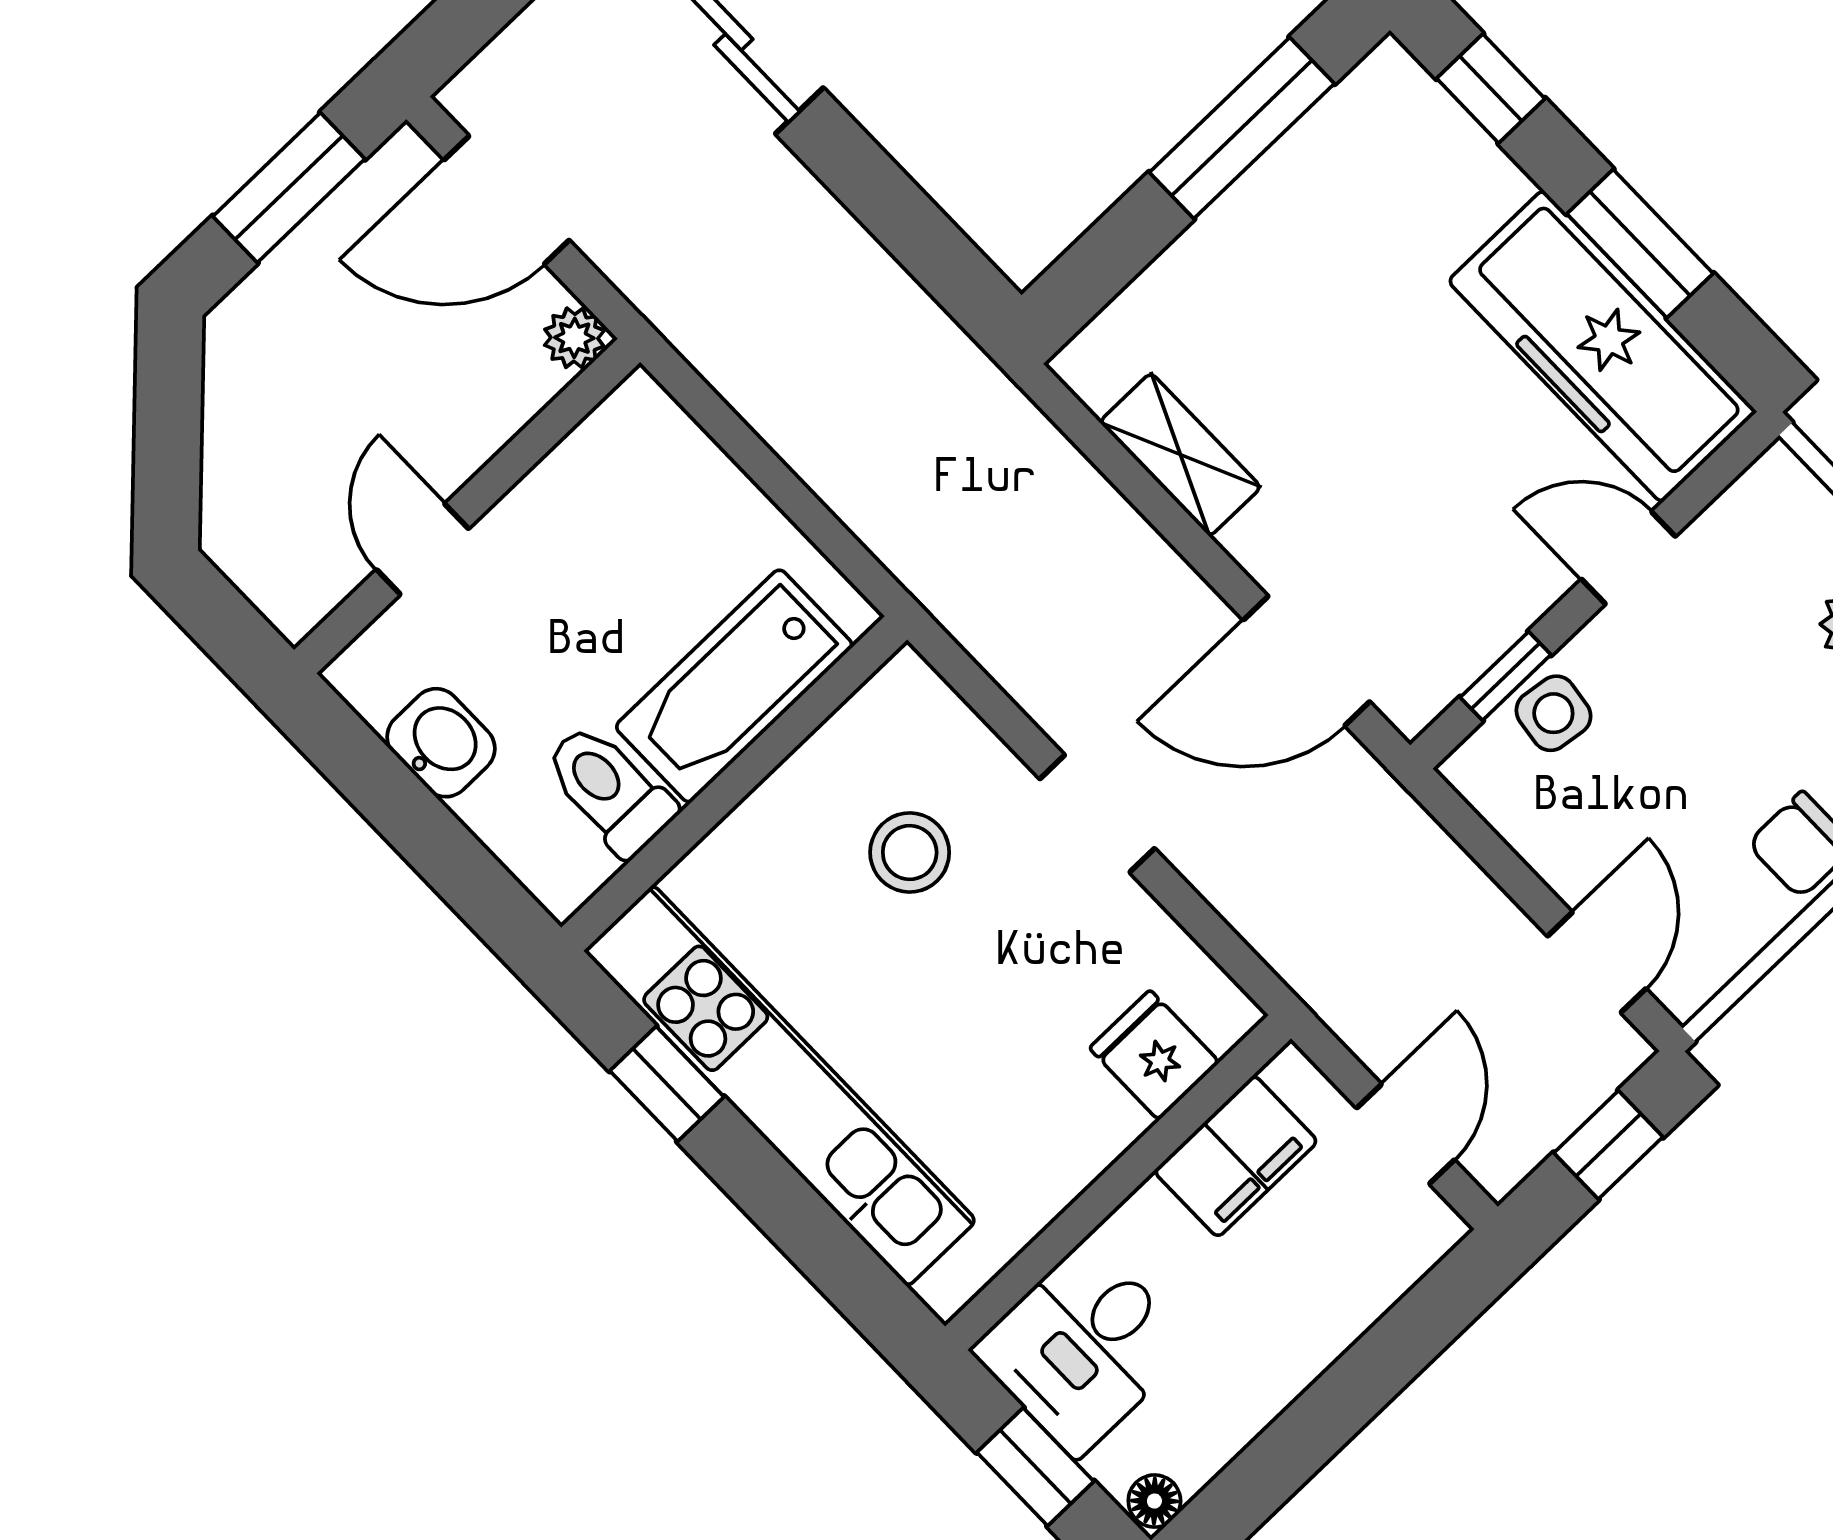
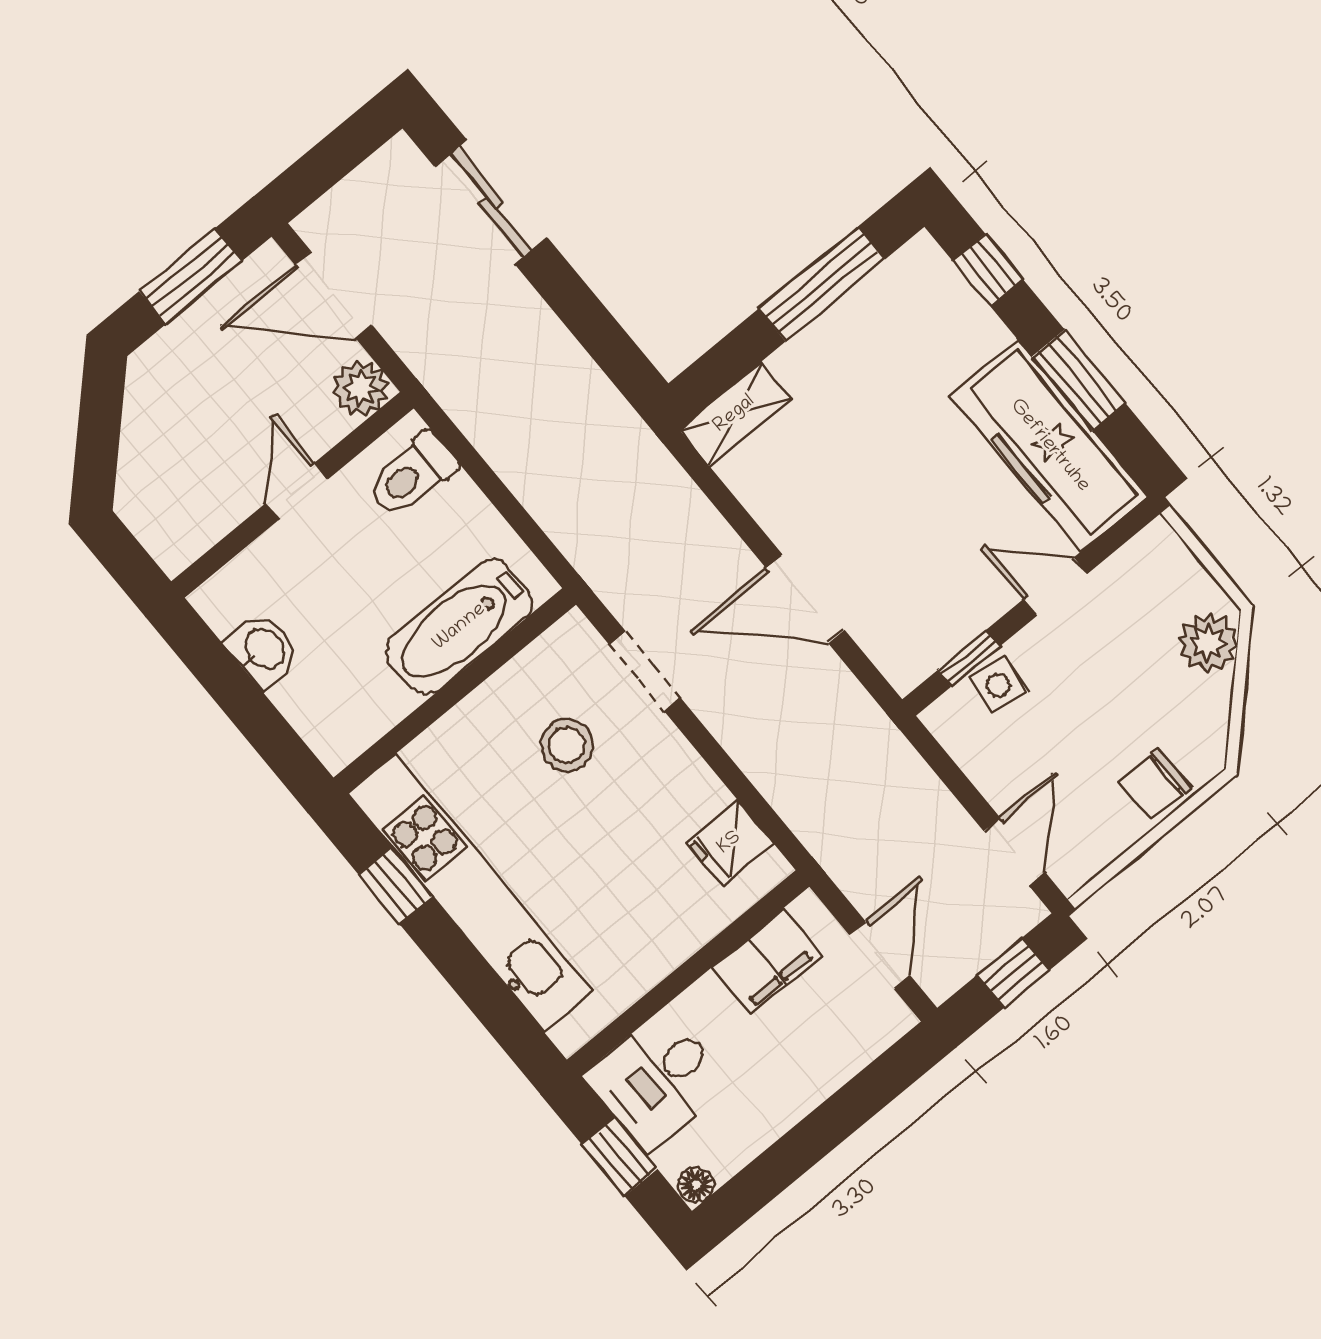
plant: (574, 338) -> (361, 388), width x1.38, depth x1.38
shelving: (1180, 455) -> (735, 414), moved, turned 90
door: (422, 549) -> (296, 491), moved
door: (1306, 661) -> (805, 599), moved
toilet: (609, 789) -> (412, 475), moved, turned -90
doorway: (1097, 814) -> (645, 671), moved
fridge: (1154, 1055) -> (730, 843), moved, turned -90

